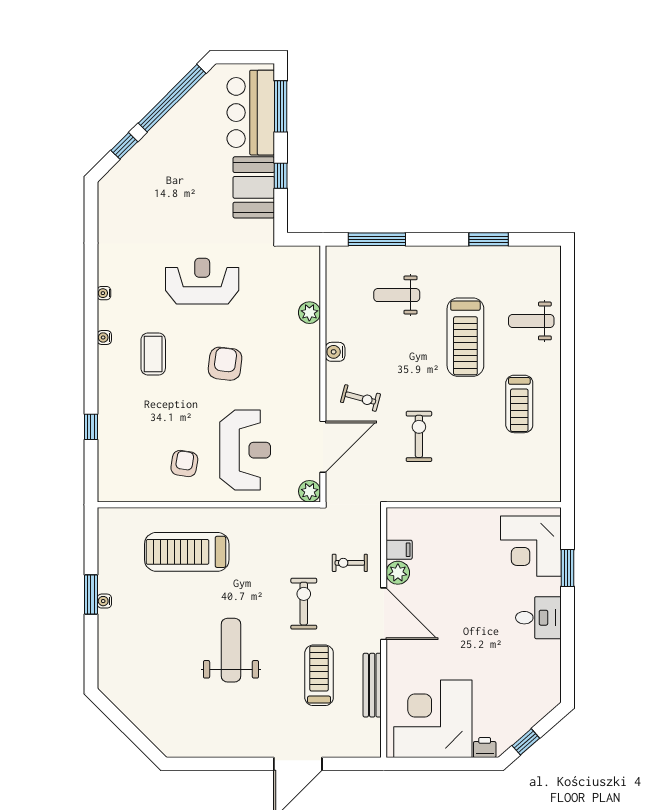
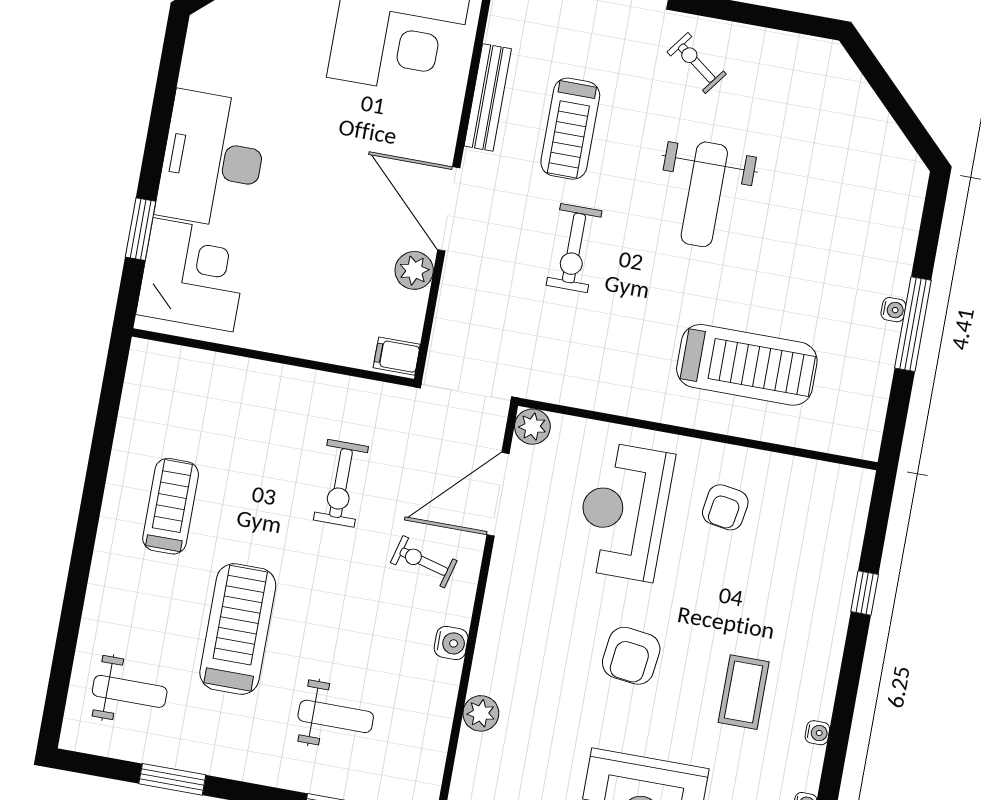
weight bench: (531, 321) -> (130, 691), moved
filing cabinet: (399, 550) -> (397, 356), moved
exercise bike: (350, 563) -> (697, 63), moved, turned -143
window: (91, 594) -> (913, 324), width x1.44
desk: (538, 618) -> (212, 160), width x1.87, depth x1.30

